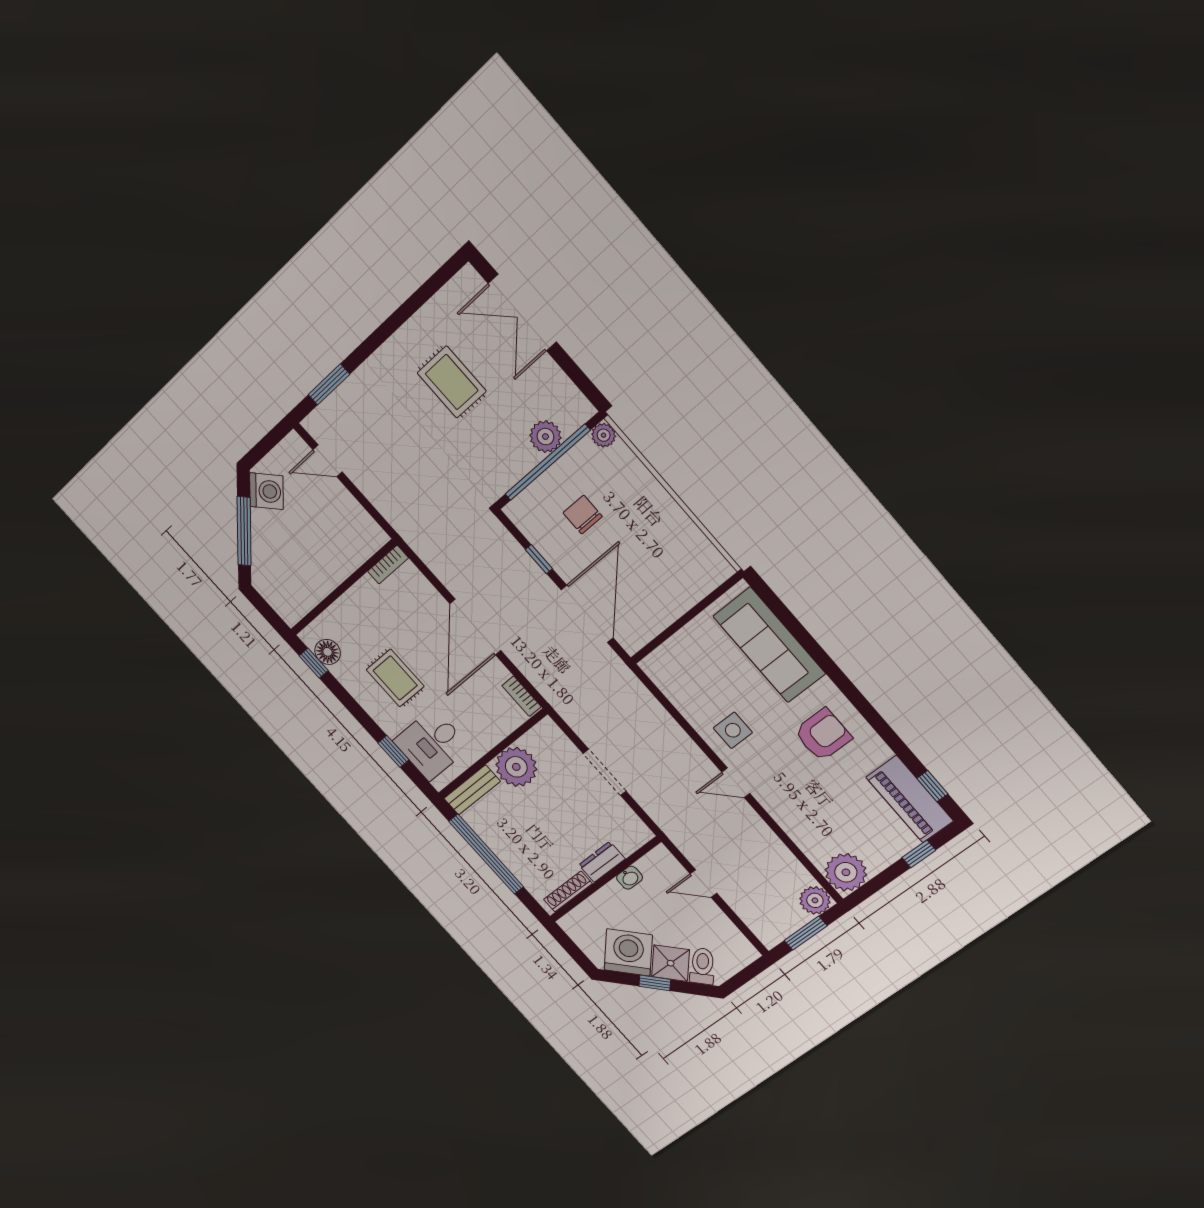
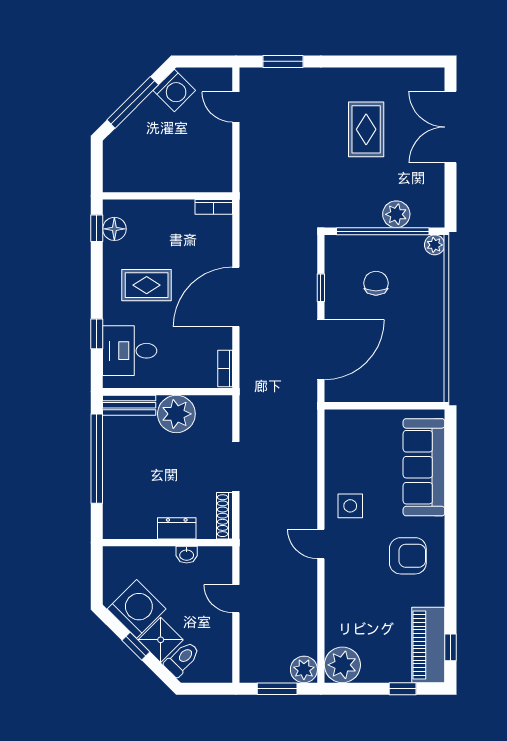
rug: (395, 678) -> (147, 285), turned 90
shoe rack: (568, 891) -> (224, 516), moved, turned -90

